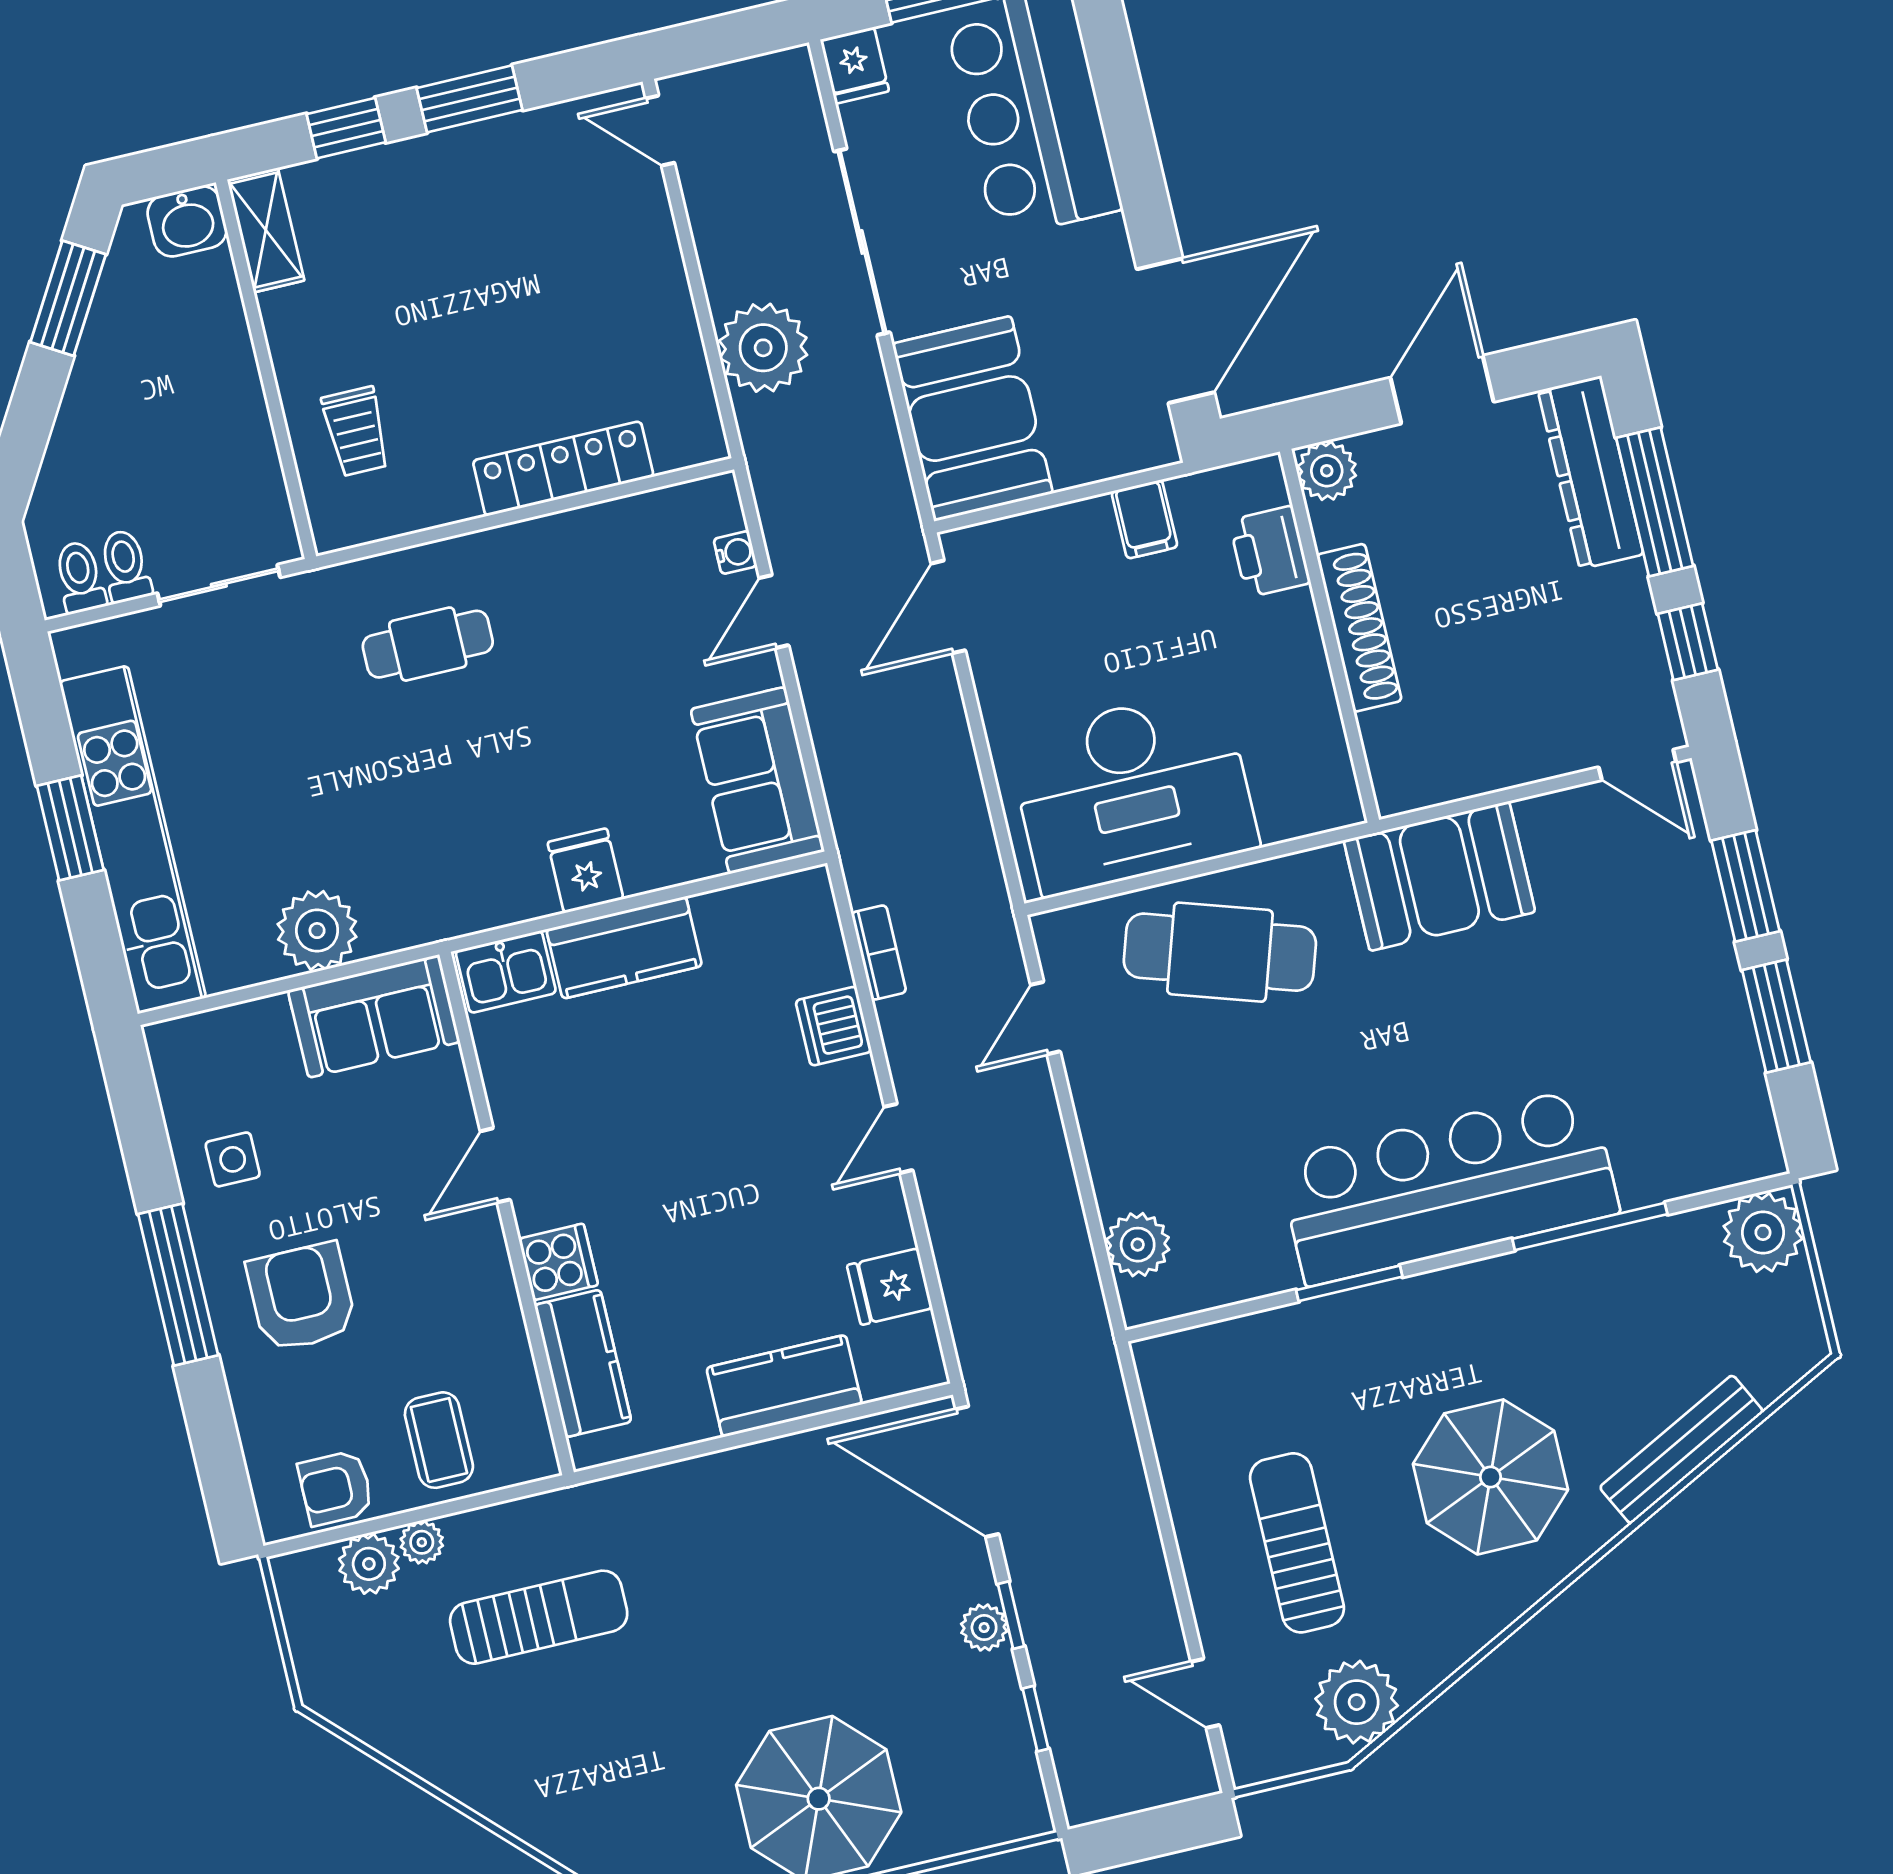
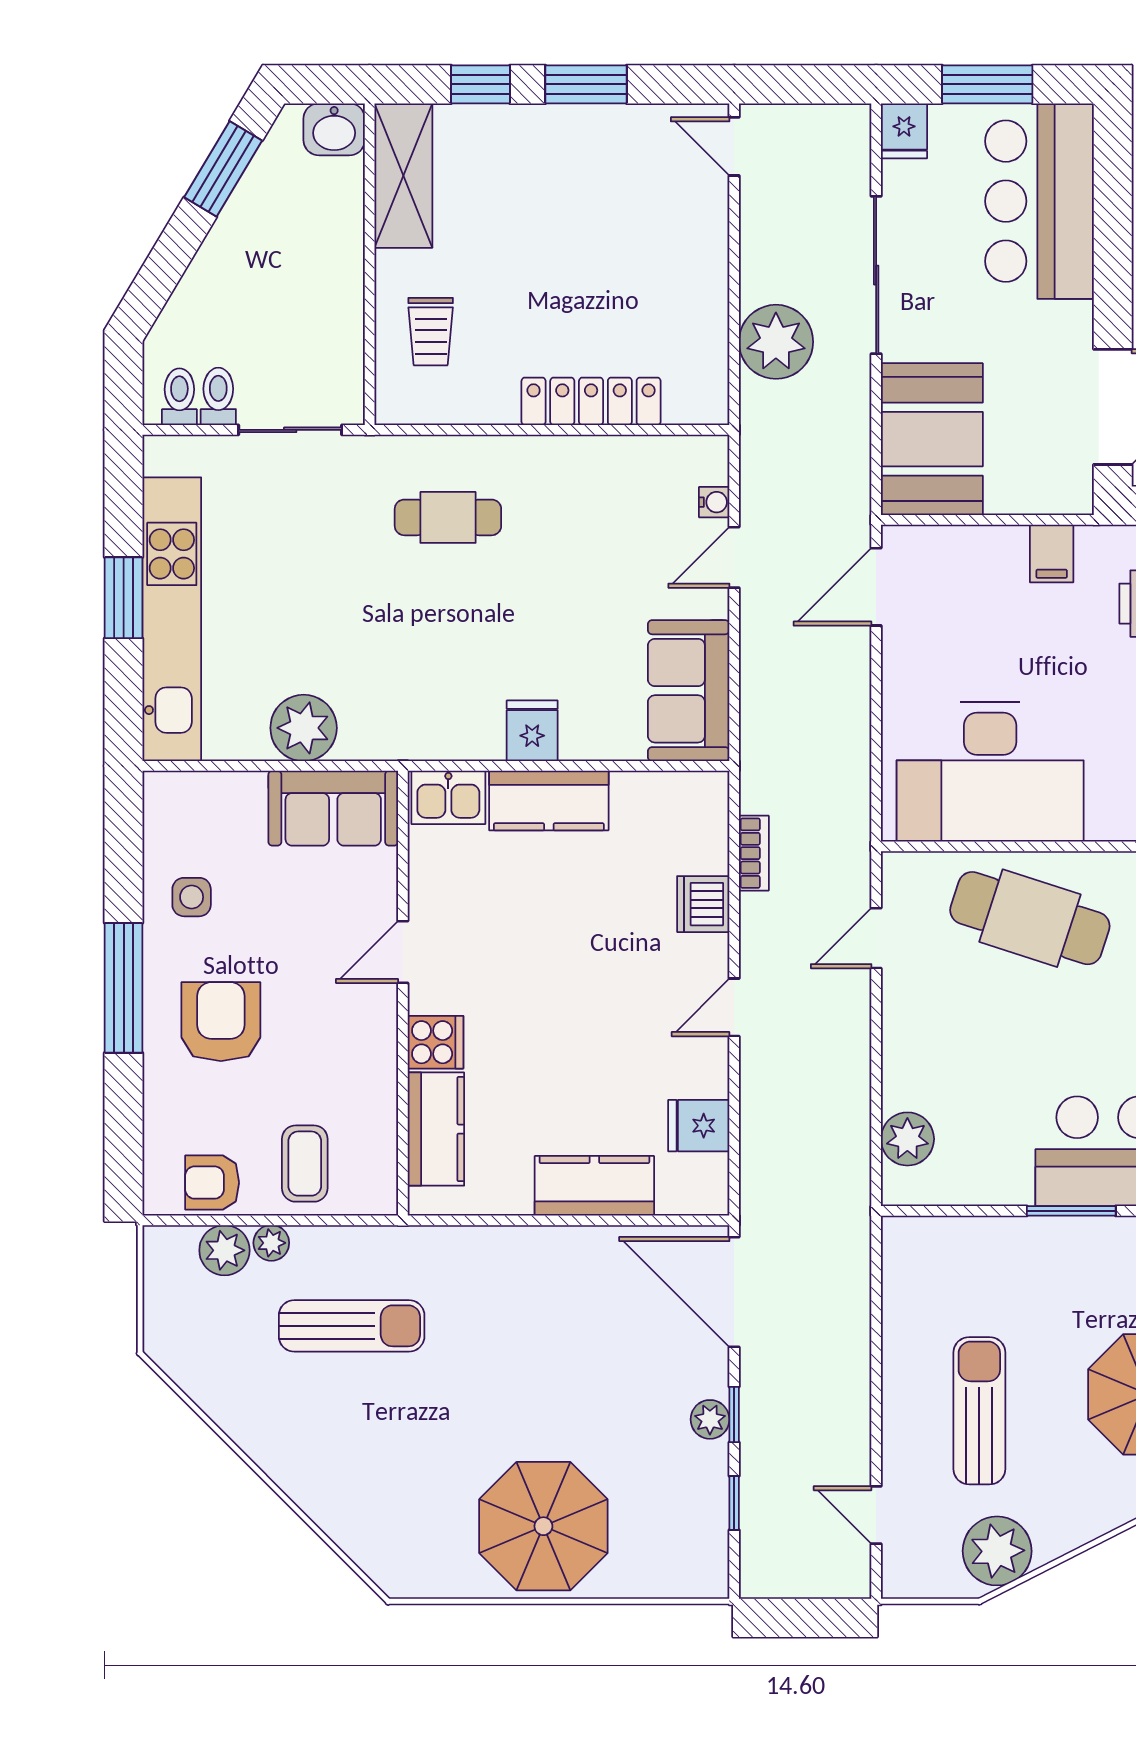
shelving: (266, 230) -> (403, 176), width x1.50, depth x1.33

